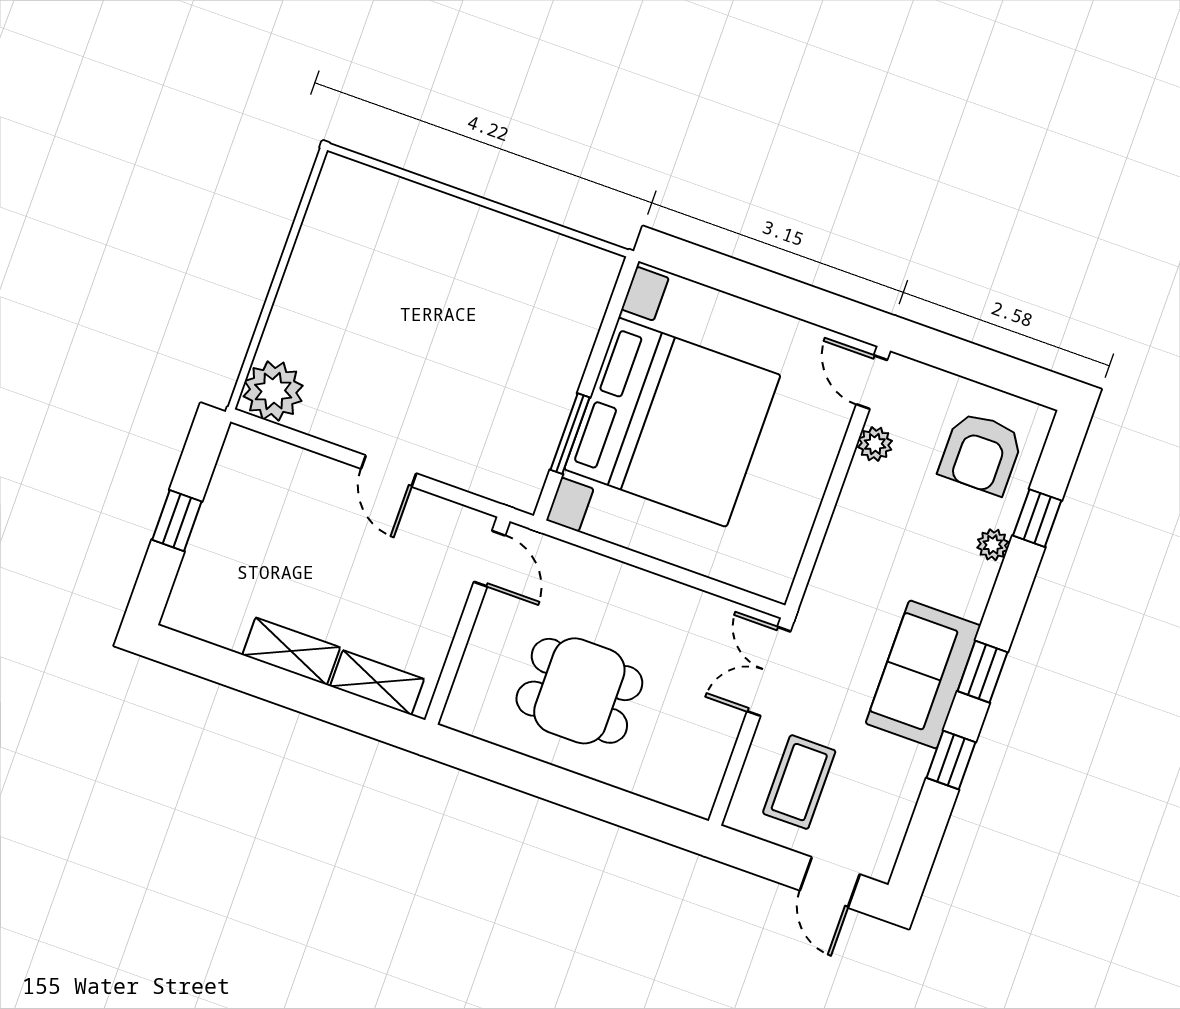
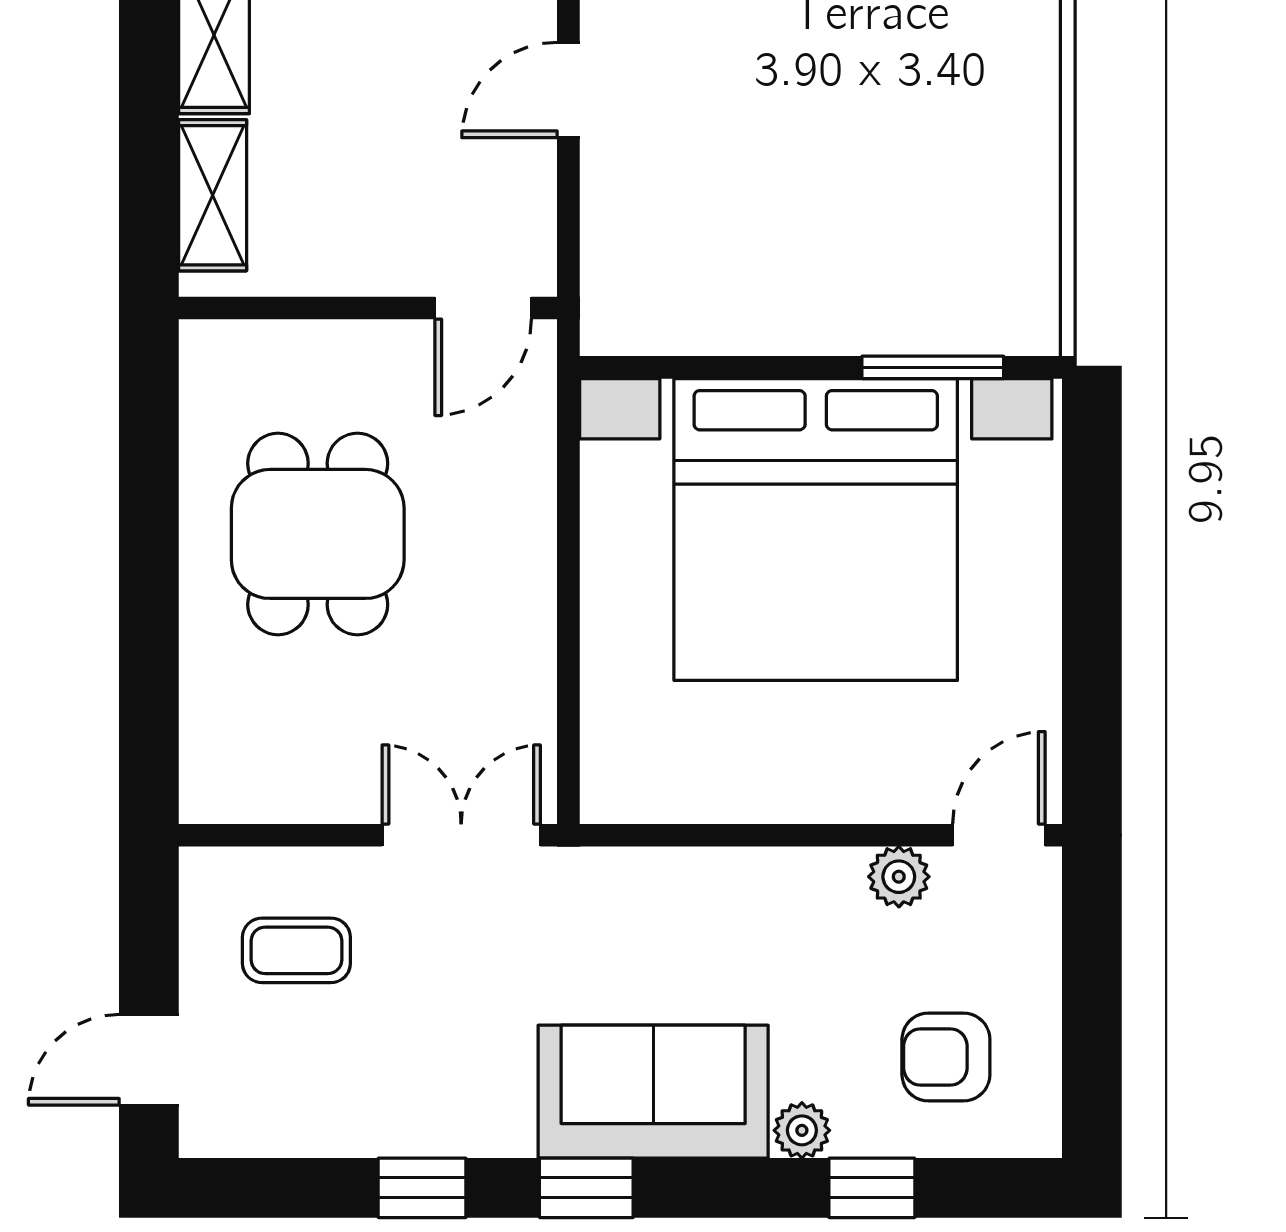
window: (570, 434) -> (933, 367), moved
armchair: (981, 453) -> (946, 1057), width x0.72, depth x0.72
sofa: (923, 674) -> (653, 1092), moved
coffee table: (799, 782) -> (296, 950), width x0.73, depth x0.77

